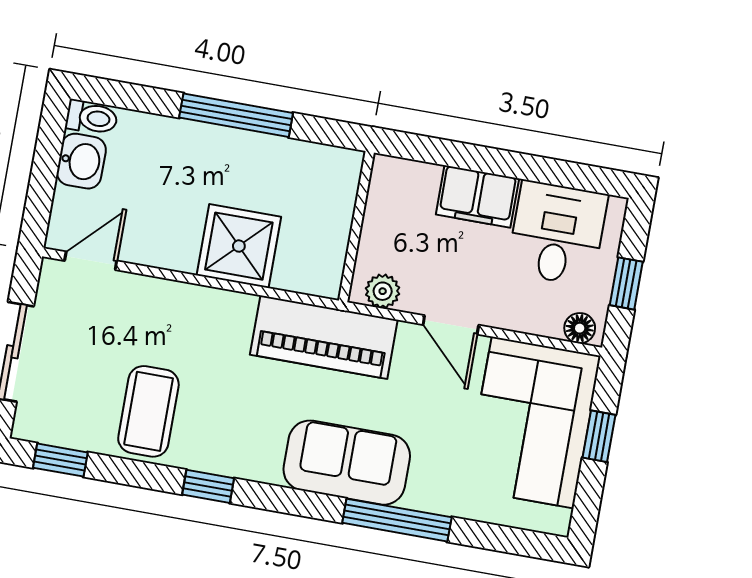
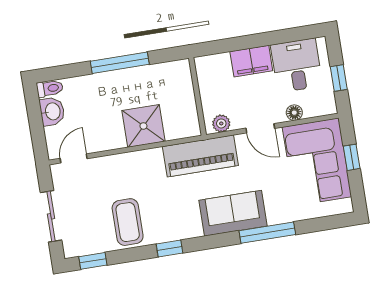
floor lamp: (580, 328) -> (294, 113), moved

